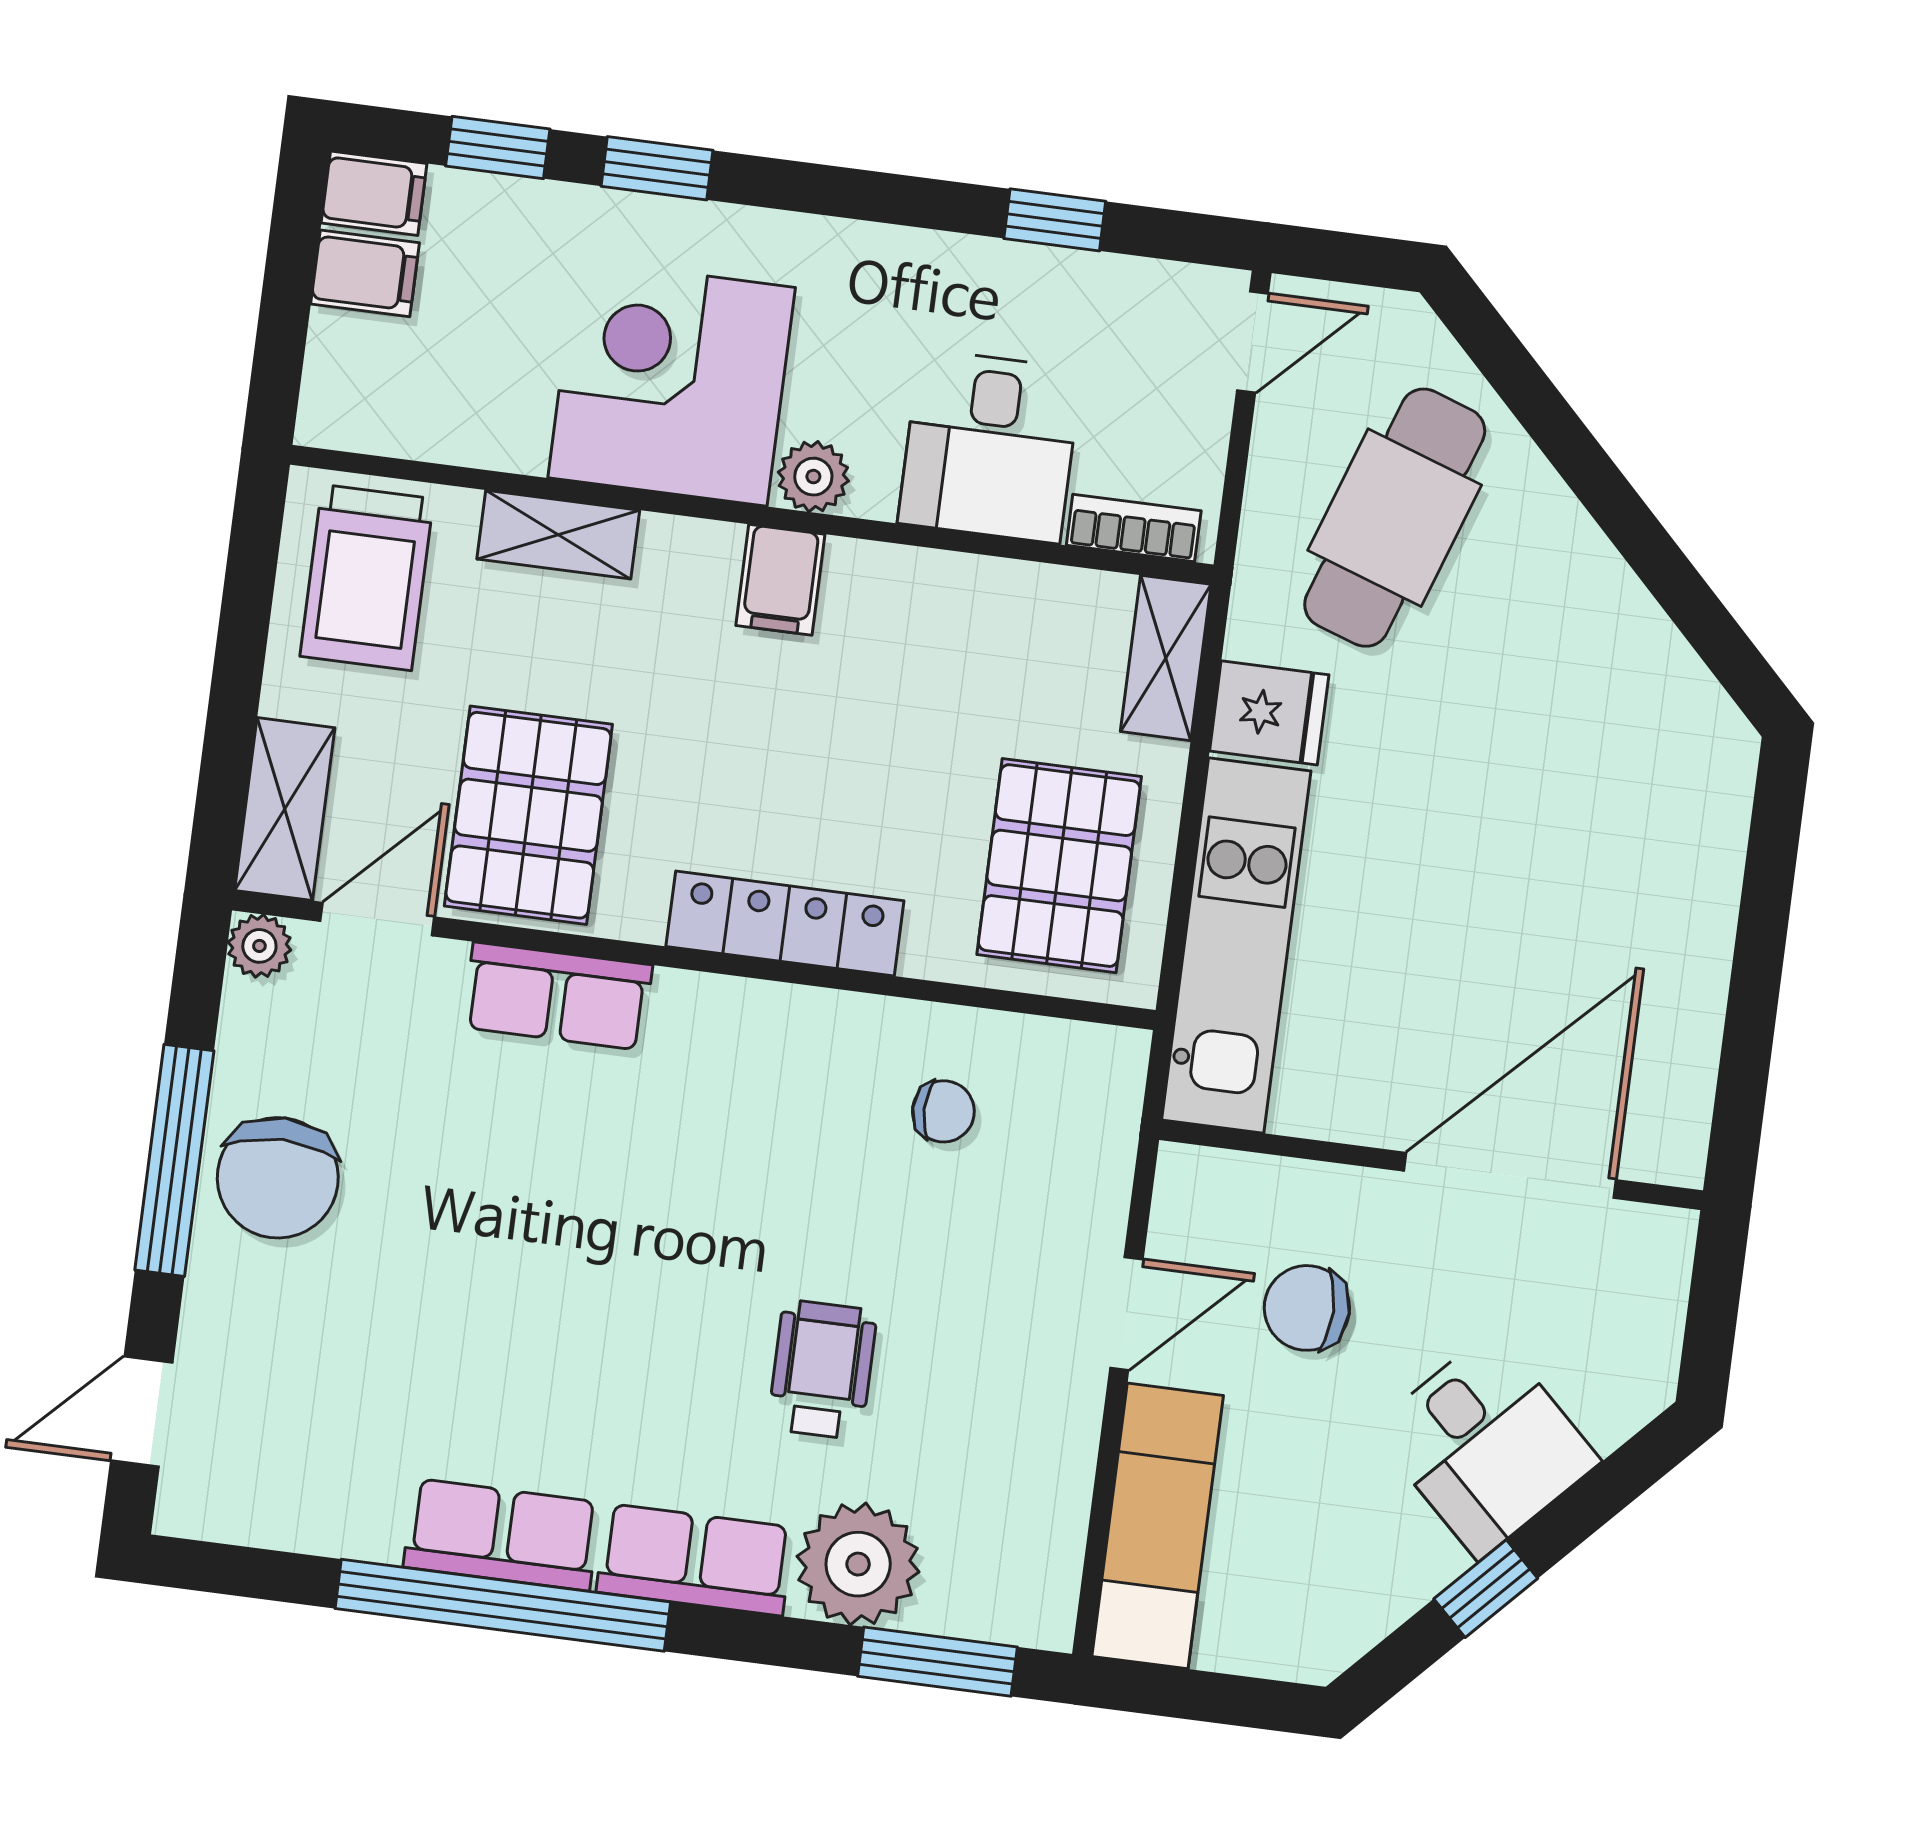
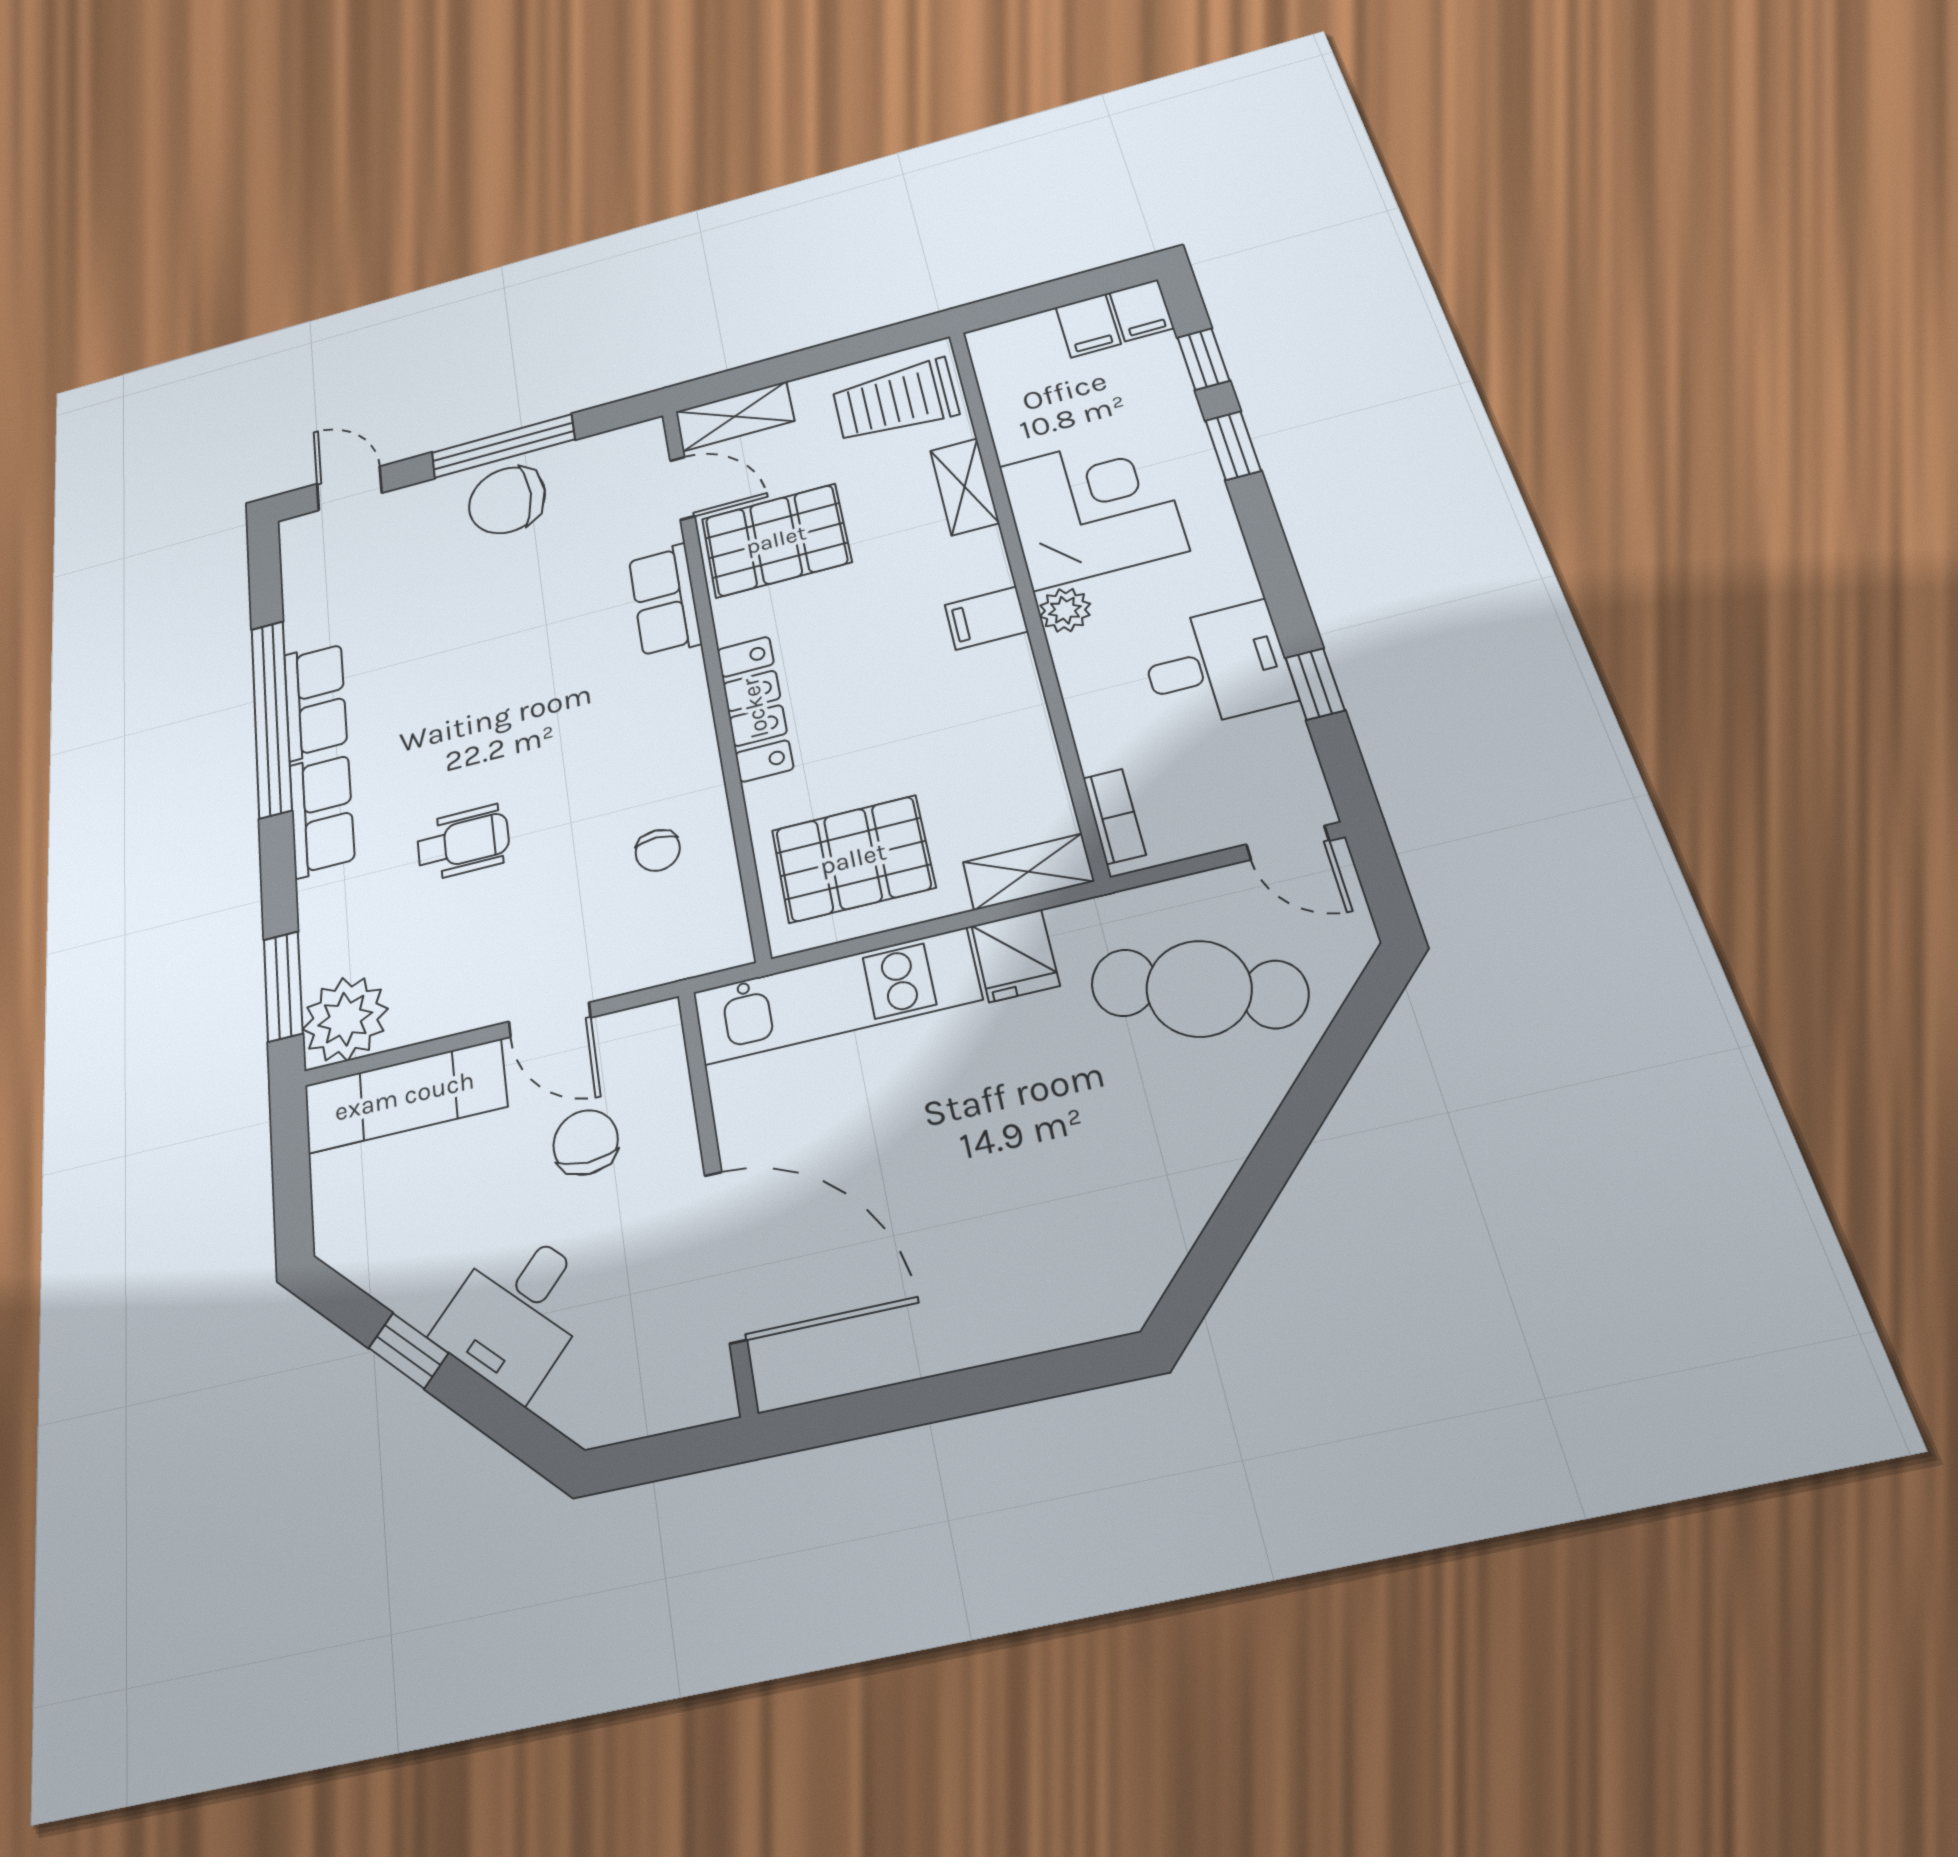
desk: (990, 446) -> (1216, 665), moved, turned 180
plant: (259, 946) -> (646, 437), removed
plant: (858, 1564) -> (345, 1019), moved

